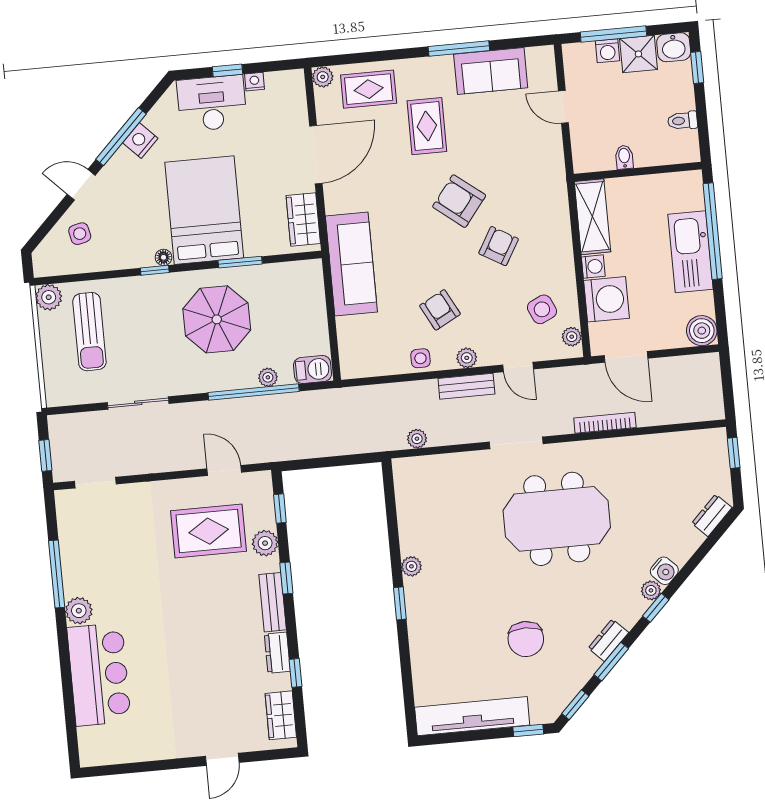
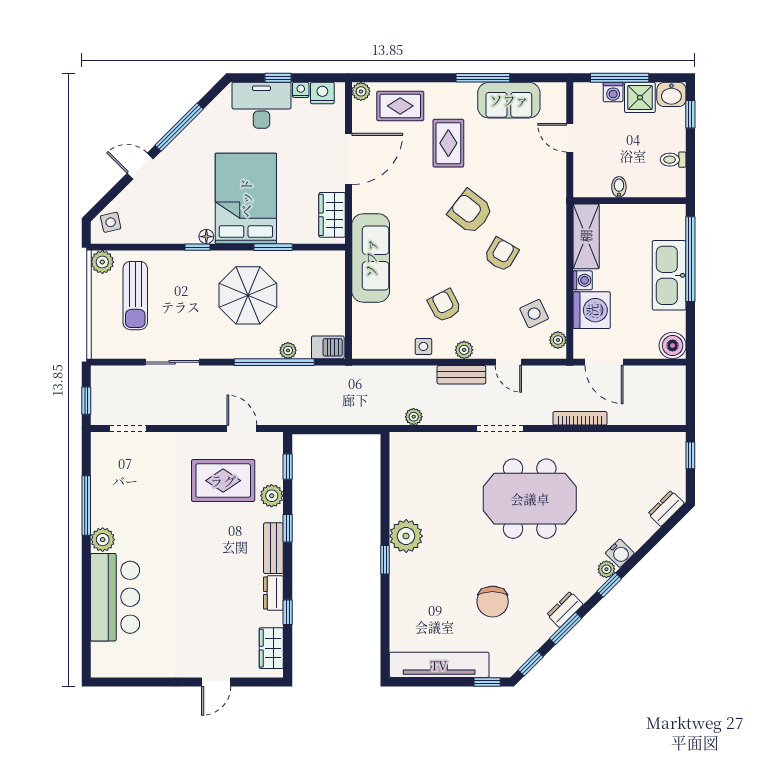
nightstand: (140, 141) -> (322, 93), moved, turned 45
side table: (80, 234) -> (111, 222), moved
plant: (411, 566) -> (406, 536), width x1.87, depth x1.87

